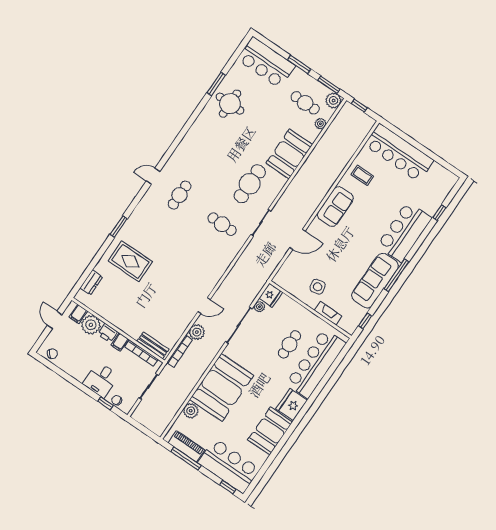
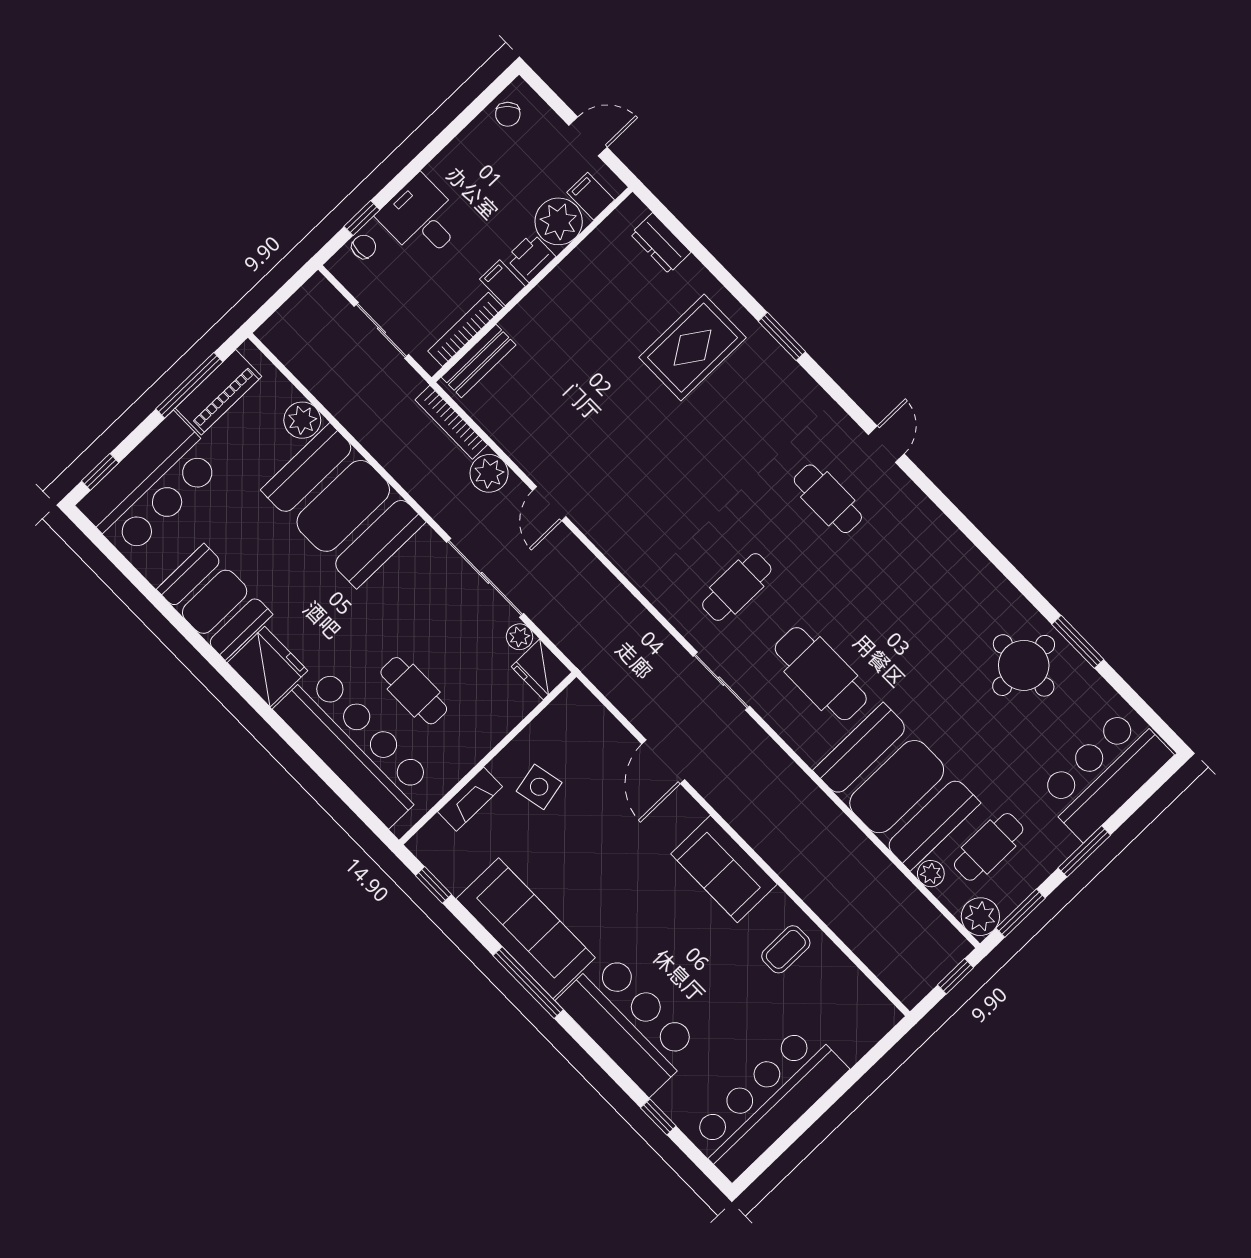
bar counter: (399, 153) -> (768, 1102), moved
booth: (289, 154) -> (897, 787), width x1.36, depth x1.42

